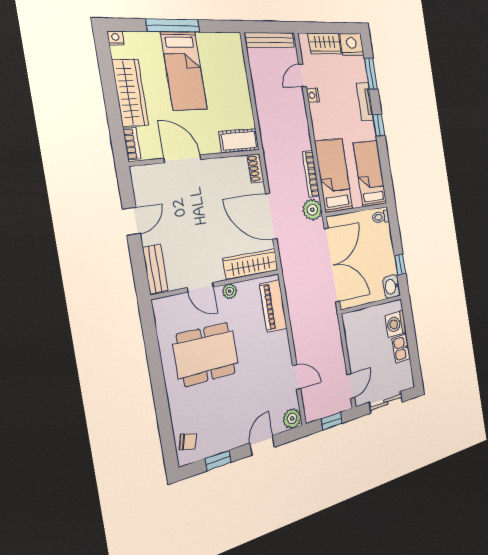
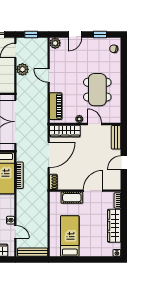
window: (173, 26) -> (87, 259), removed
bed: (184, 71) -> (70, 236), moved
door: (302, 75) -> (15, 232), hinge flipped
cot: (239, 141) -> (72, 198), moved
door: (183, 159) -> (93, 191), swing flipped
plant: (312, 210) -> (22, 69), moved
door: (271, 216) -> (49, 155), hinge flipped
dining table: (206, 354) -> (97, 90), turned 90
door: (297, 377) -> (49, 75), moved

